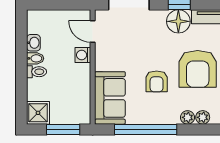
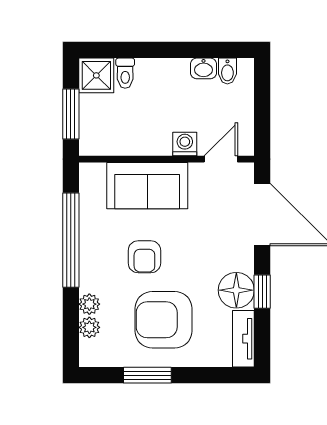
bidet: (35, 58) -> (227, 71), moved
toilet: (36, 72) -> (125, 73), moved
armchair: (157, 81) -> (144, 257), turned -90
sofa: (110, 98) -> (147, 186), moved

